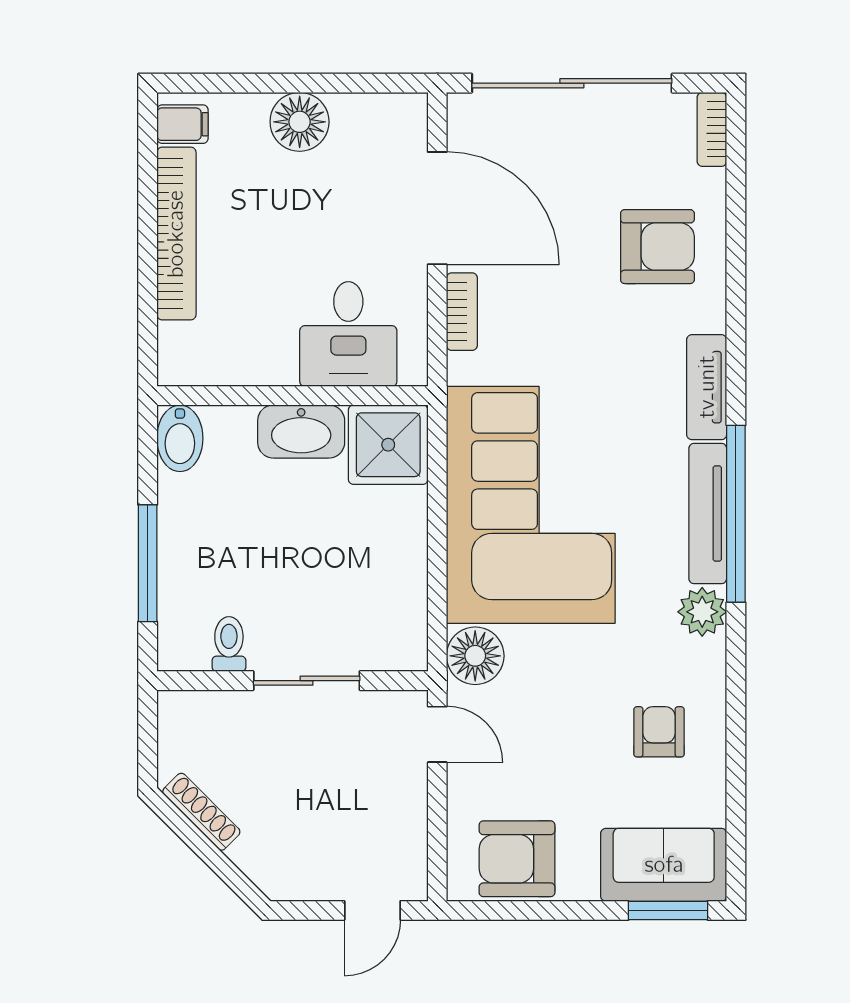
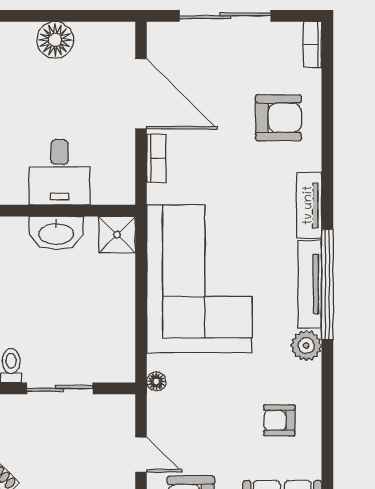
sliding door: (572, 83) -> (225, 16), width x0.73
desk: (348, 334) -> (60, 172), moved
shower: (388, 445) -> (117, 235), width x0.73, depth x0.73
floor lamp: (475, 656) -> (156, 381), width x0.53, depth x0.53
armchair: (659, 732) -> (279, 420), turned -90
door: (437, 734) -> (141, 455), moved

